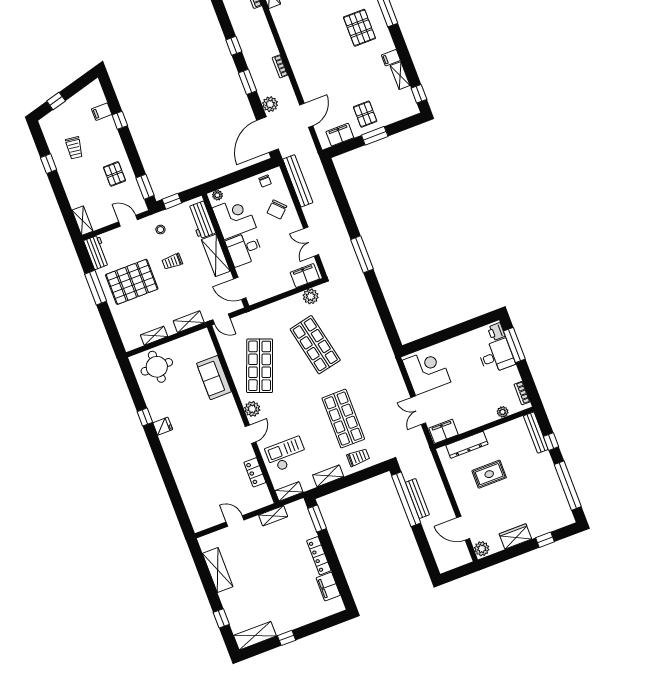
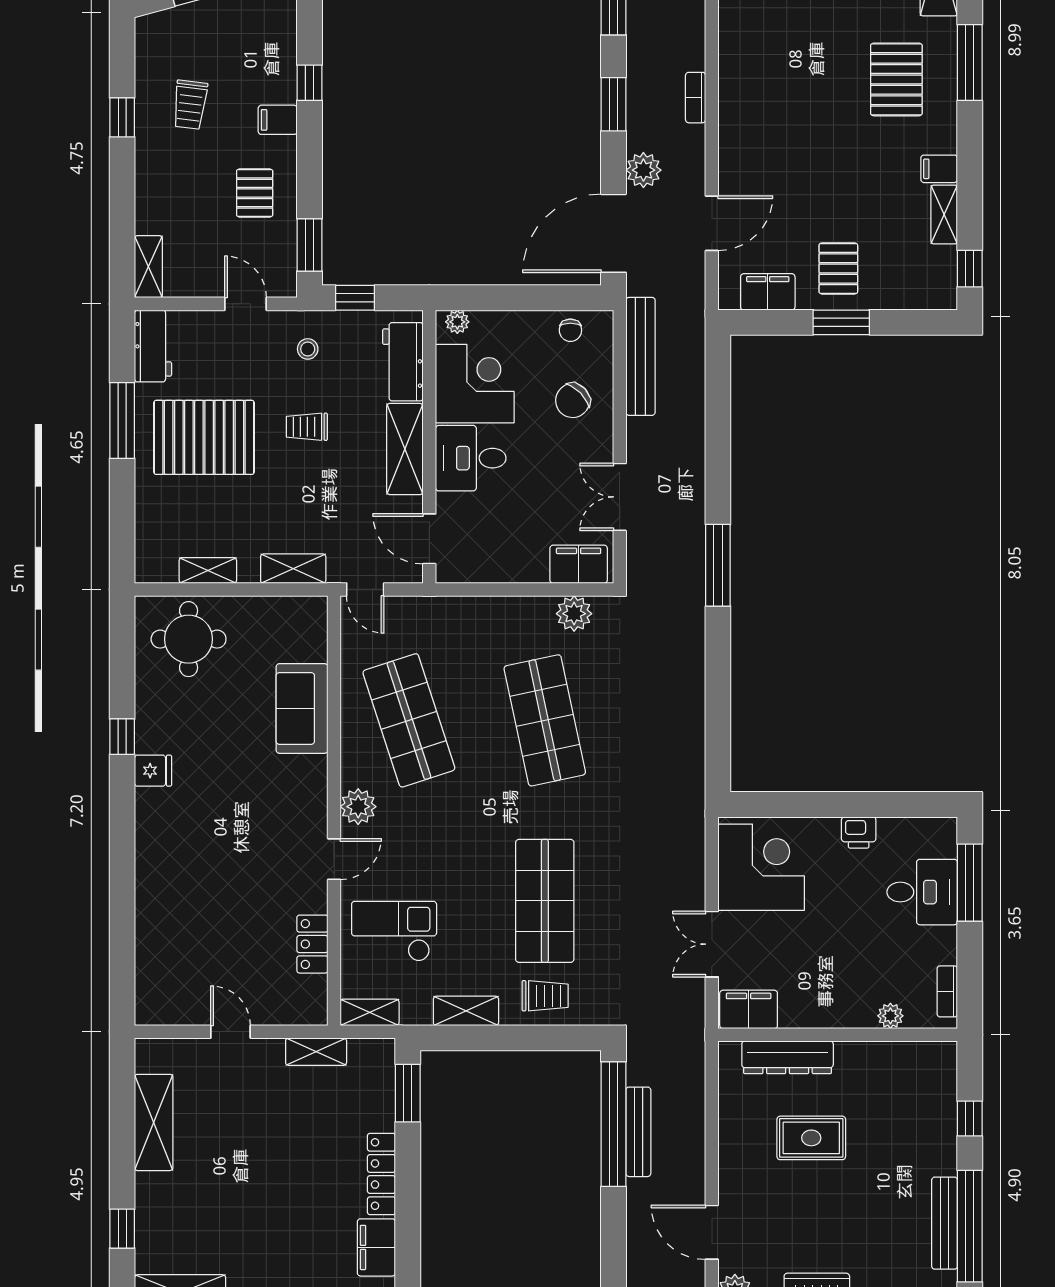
filing cabinet: (102, 112) -> (278, 120), moved
printer: (496, 332) -> (859, 832), moved, turned -90
shop shelf: (260, 366) -> (409, 720), turned -39
bench: (536, 433) -> (945, 1223), moved

